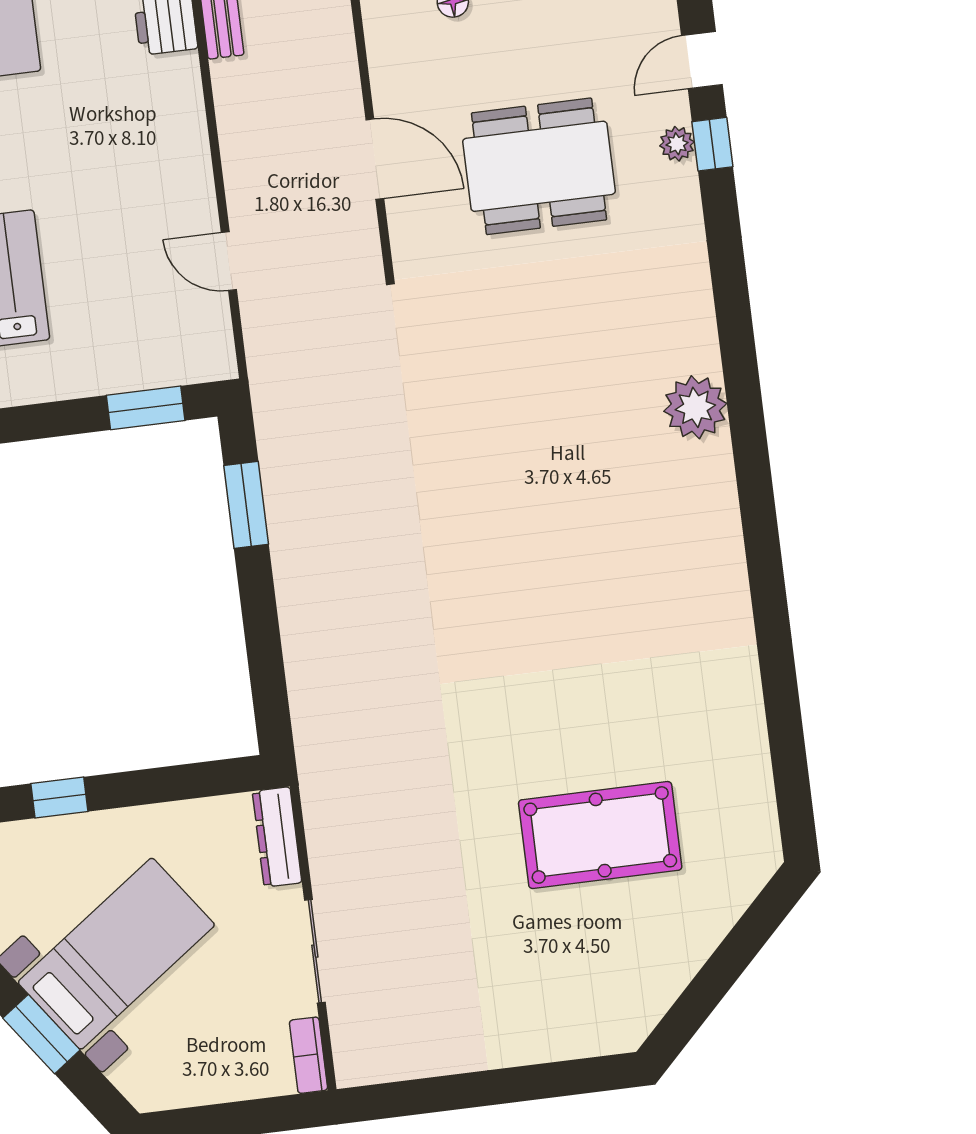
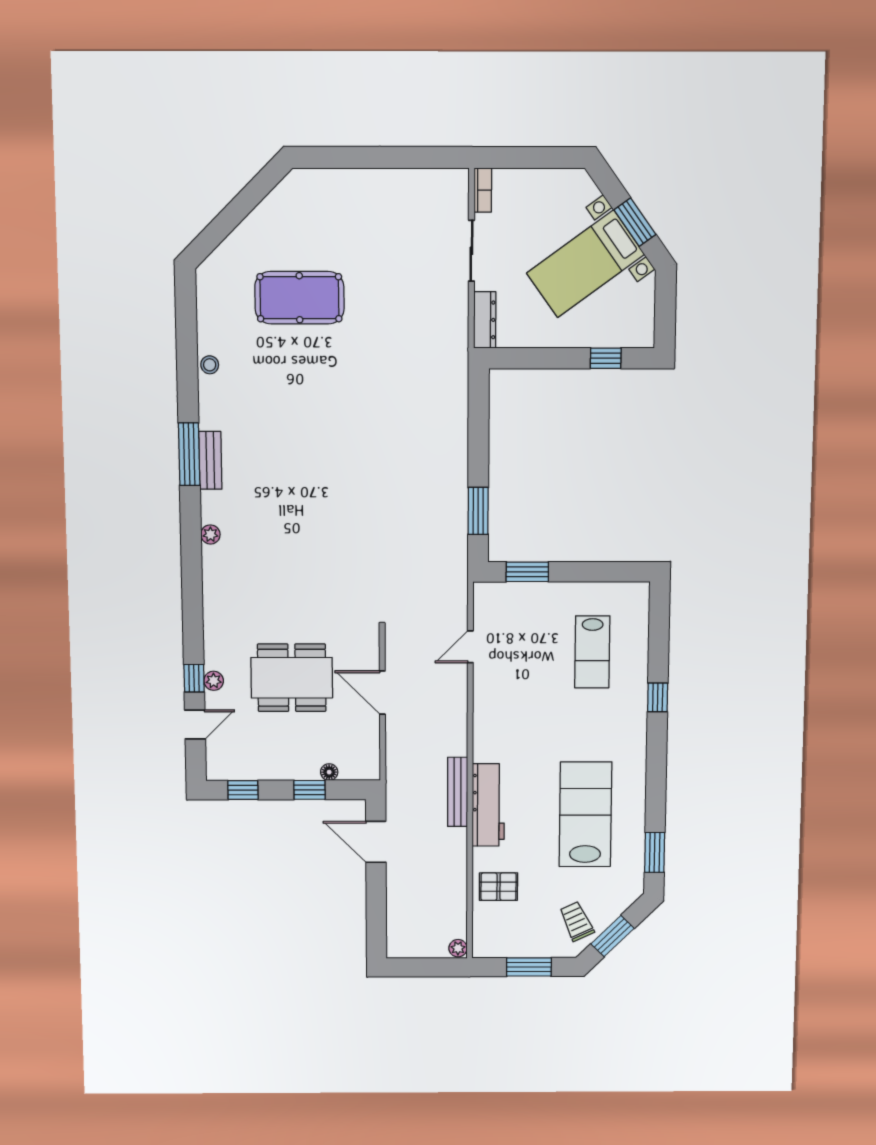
door: (229, 261) -> (470, 647), swing flipped
plant: (695, 407) -> (210, 534), width x0.53, depth x0.53
bench: (724, 536) -> (210, 460), added
window: (762, 542) -> (189, 454), added
stool: (742, 701) -> (210, 365), added

